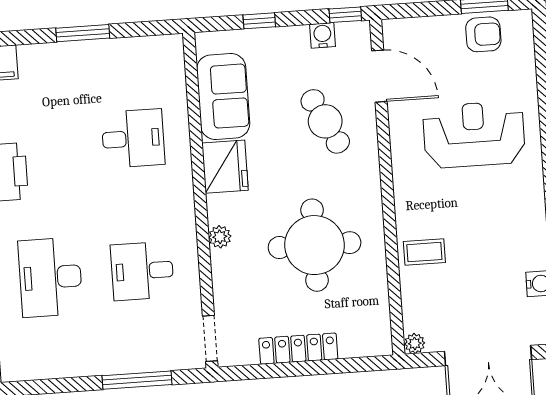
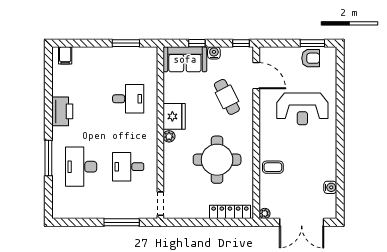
window: (83, 33) -> (126, 43), moved
water cooler: (322, 35) -> (214, 53), moved
sofa: (223, 96) -> (185, 59), moved, turned 90
reception desk: (474, 135) -> (302, 109), turned 180
plant: (220, 237) -> (169, 136), moved
locker: (298, 349) -> (230, 212), moved

